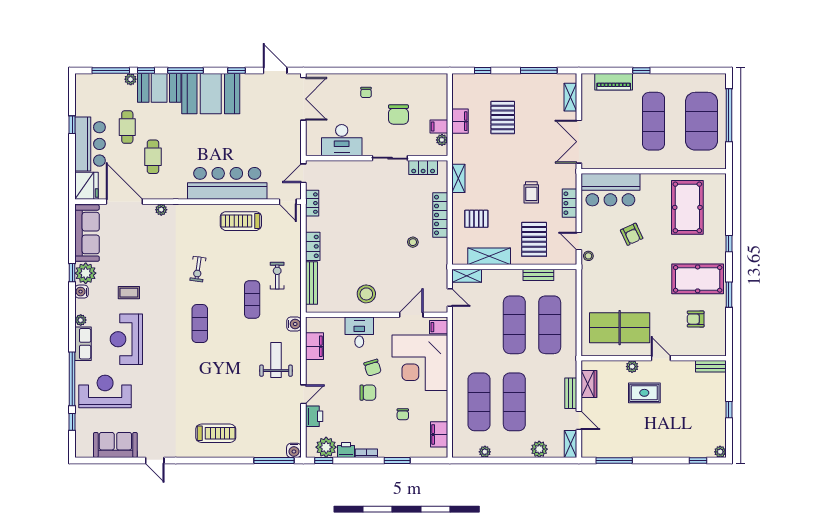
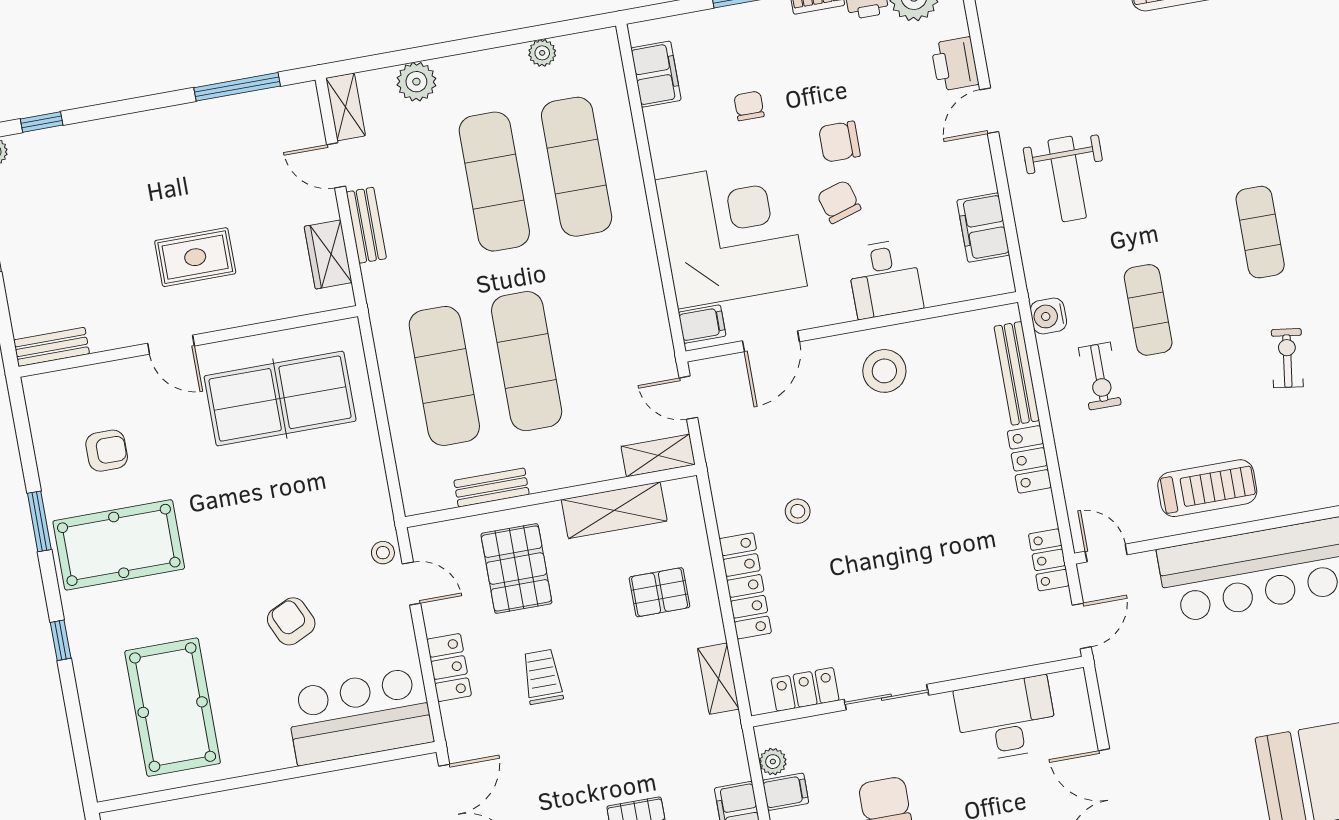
water cooler: (294, 324) -> (1048, 316), moved
plant: (632, 367) -> (235, 313), removed

